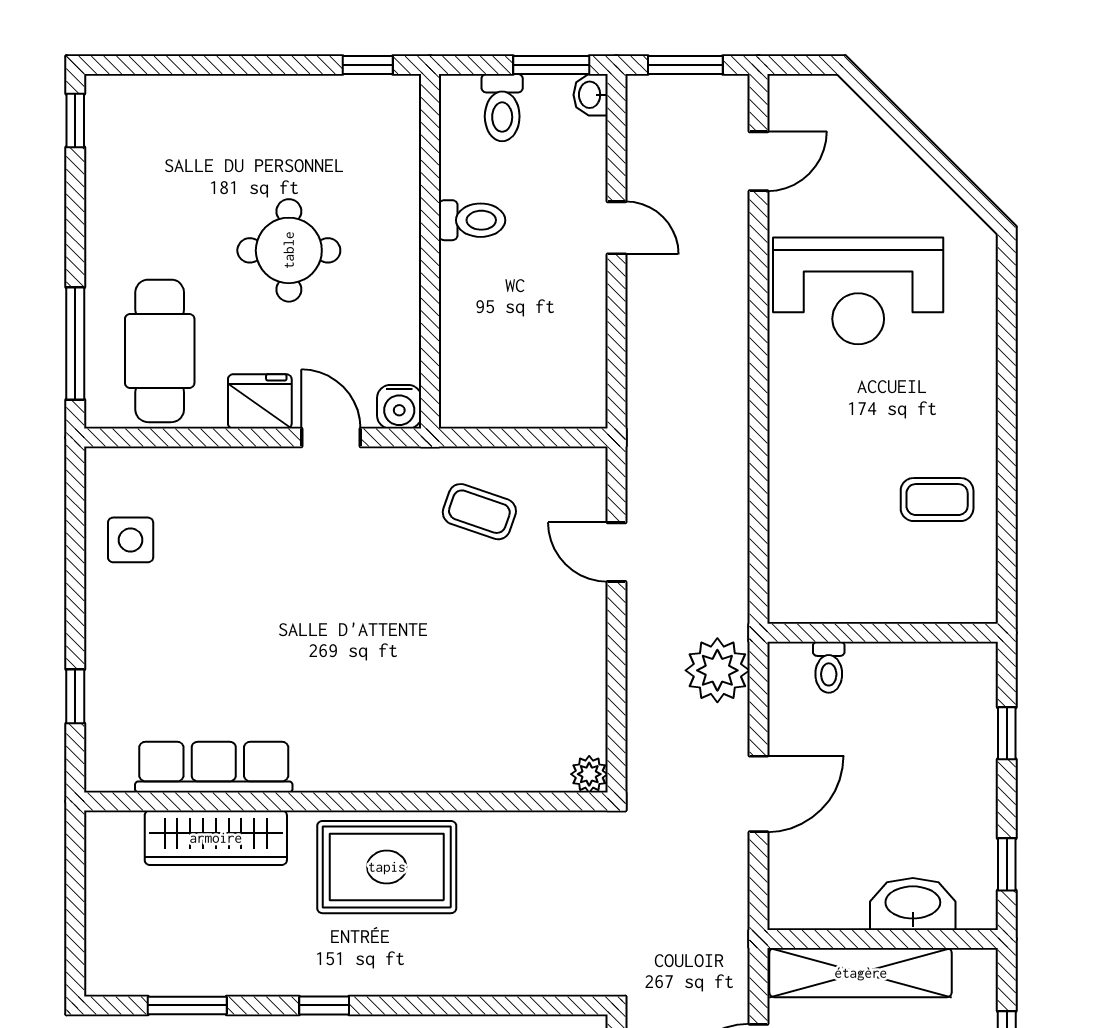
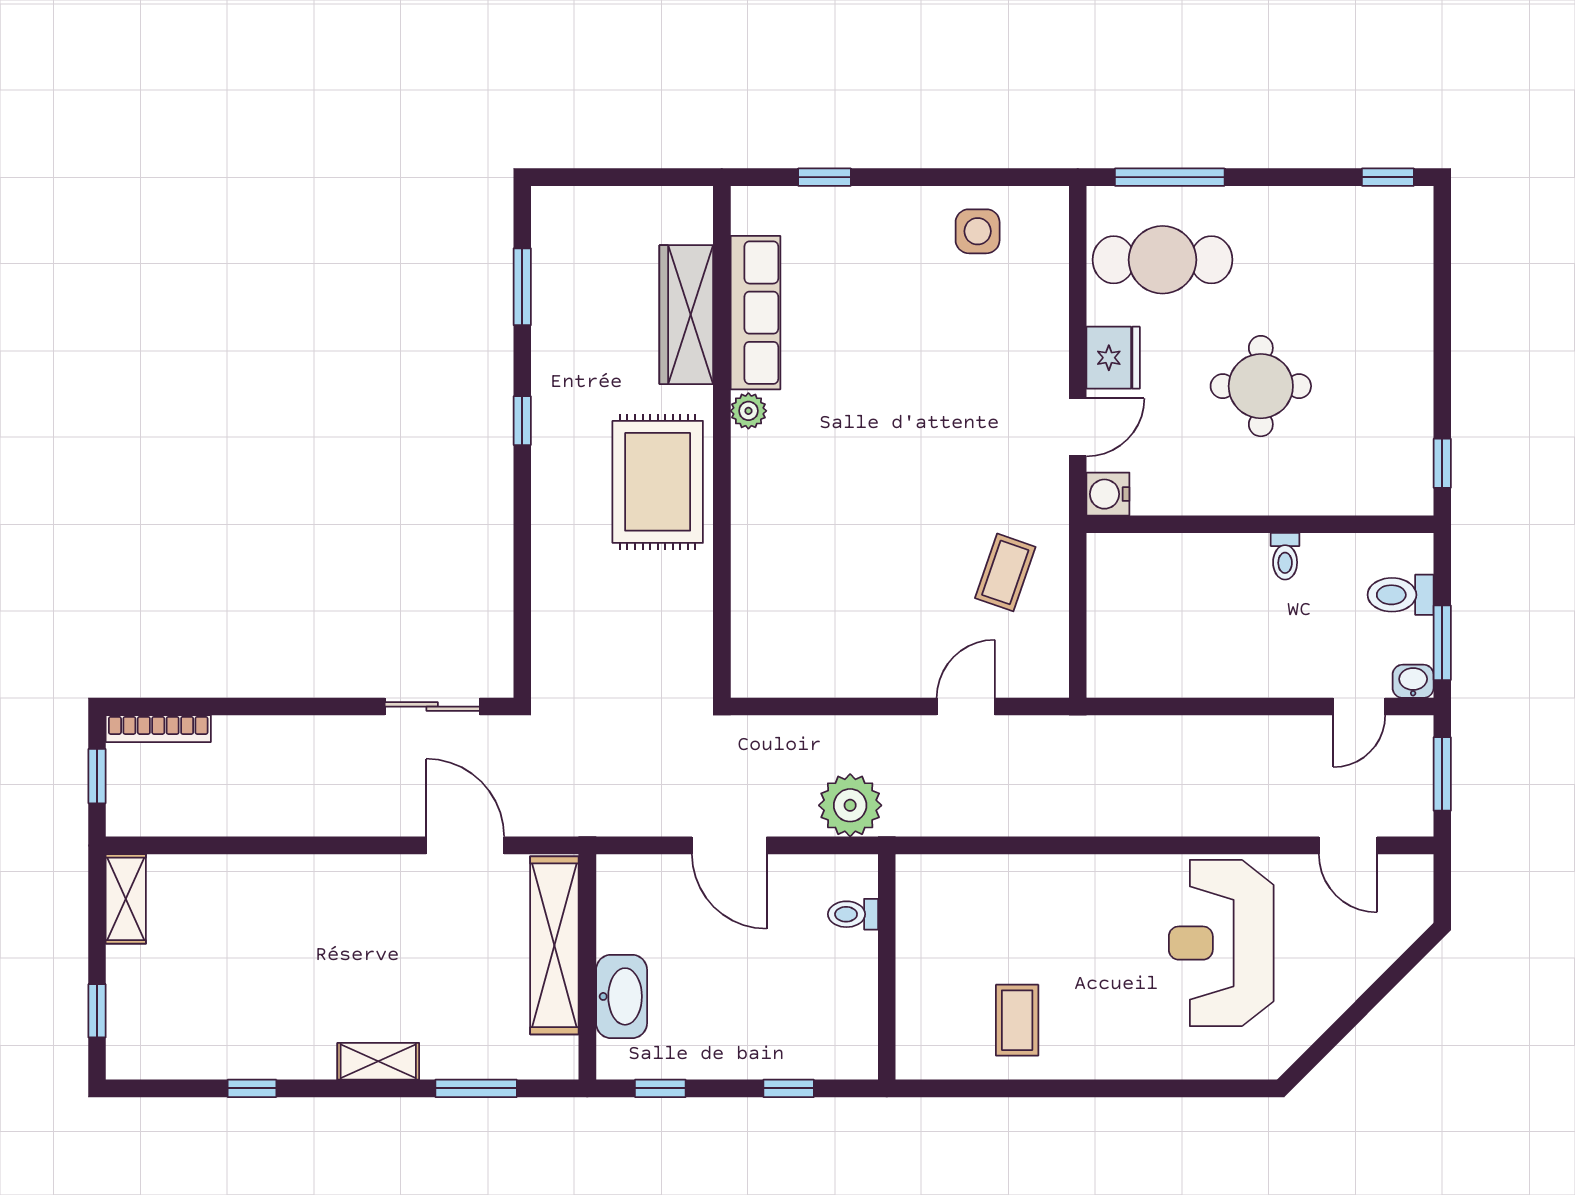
toilet: (472, 220) -> (1285, 556), width x0.73, depth x0.72
door: (616, 228) -> (1359, 707), moved
plant: (589, 774) -> (748, 411), moved

